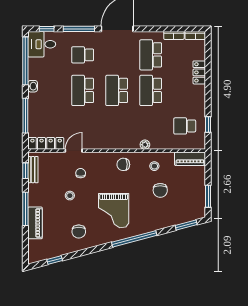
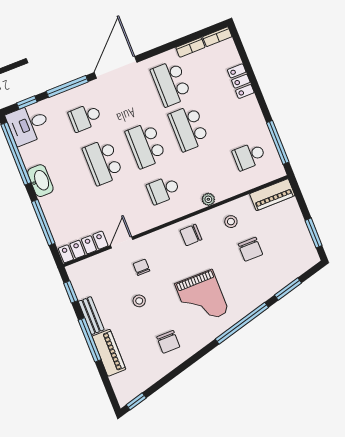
washbasin: (33, 86) -> (40, 181), width x1.91, depth x1.45
window: (208, 124) -> (278, 142), width x2.17
school desk: (117, 126) -> (163, 190), added
bench: (33, 170) -> (91, 316), moved
window: (186, 225) -> (288, 289), moved
window: (55, 260) -> (136, 401), moved

